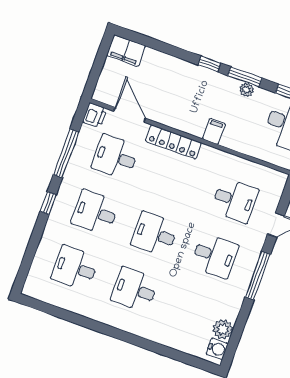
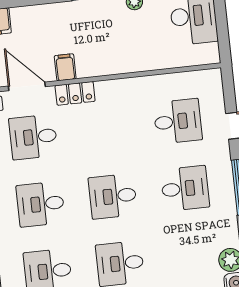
filing cabinet: (214, 131) -> (65, 67), moved
locker: (173, 142) -> (75, 93), width x0.66

